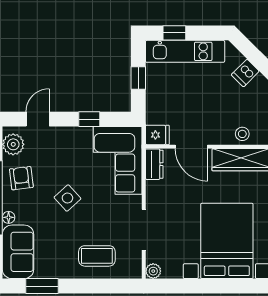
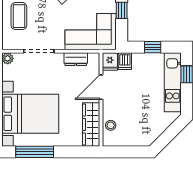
dishwasher: (245, 73) -> (125, 61), moved, turned -135
dresser: (154, 164) -> (76, 59), moved

